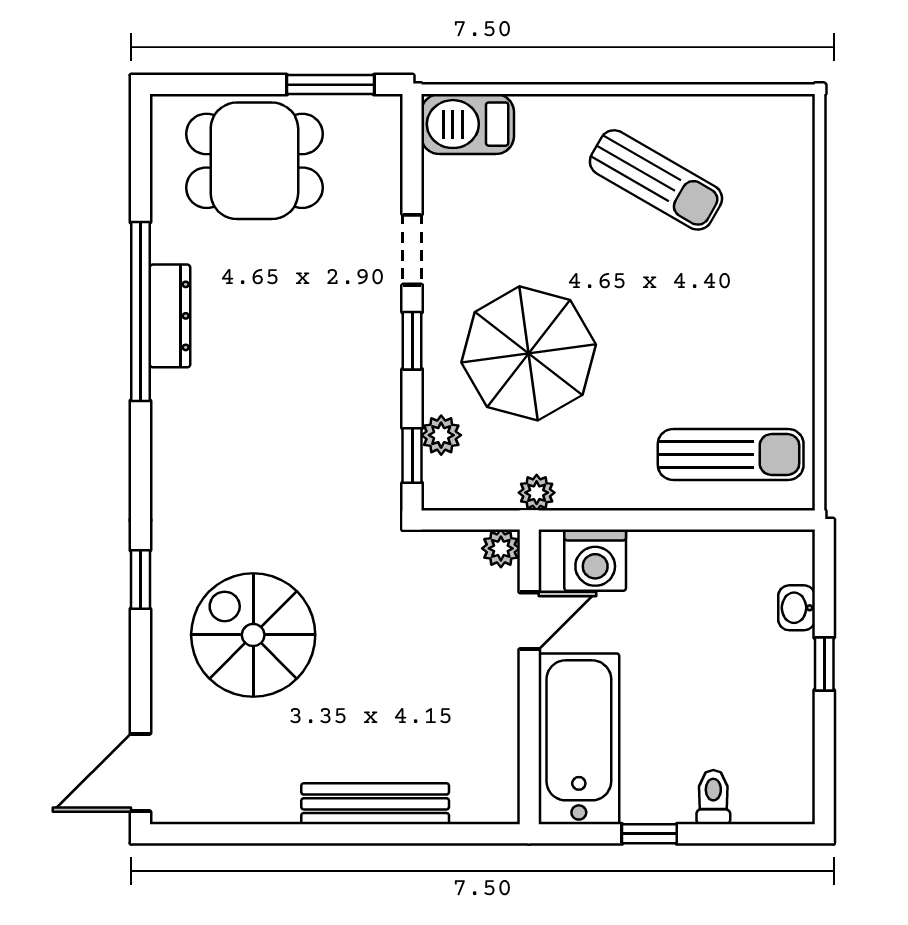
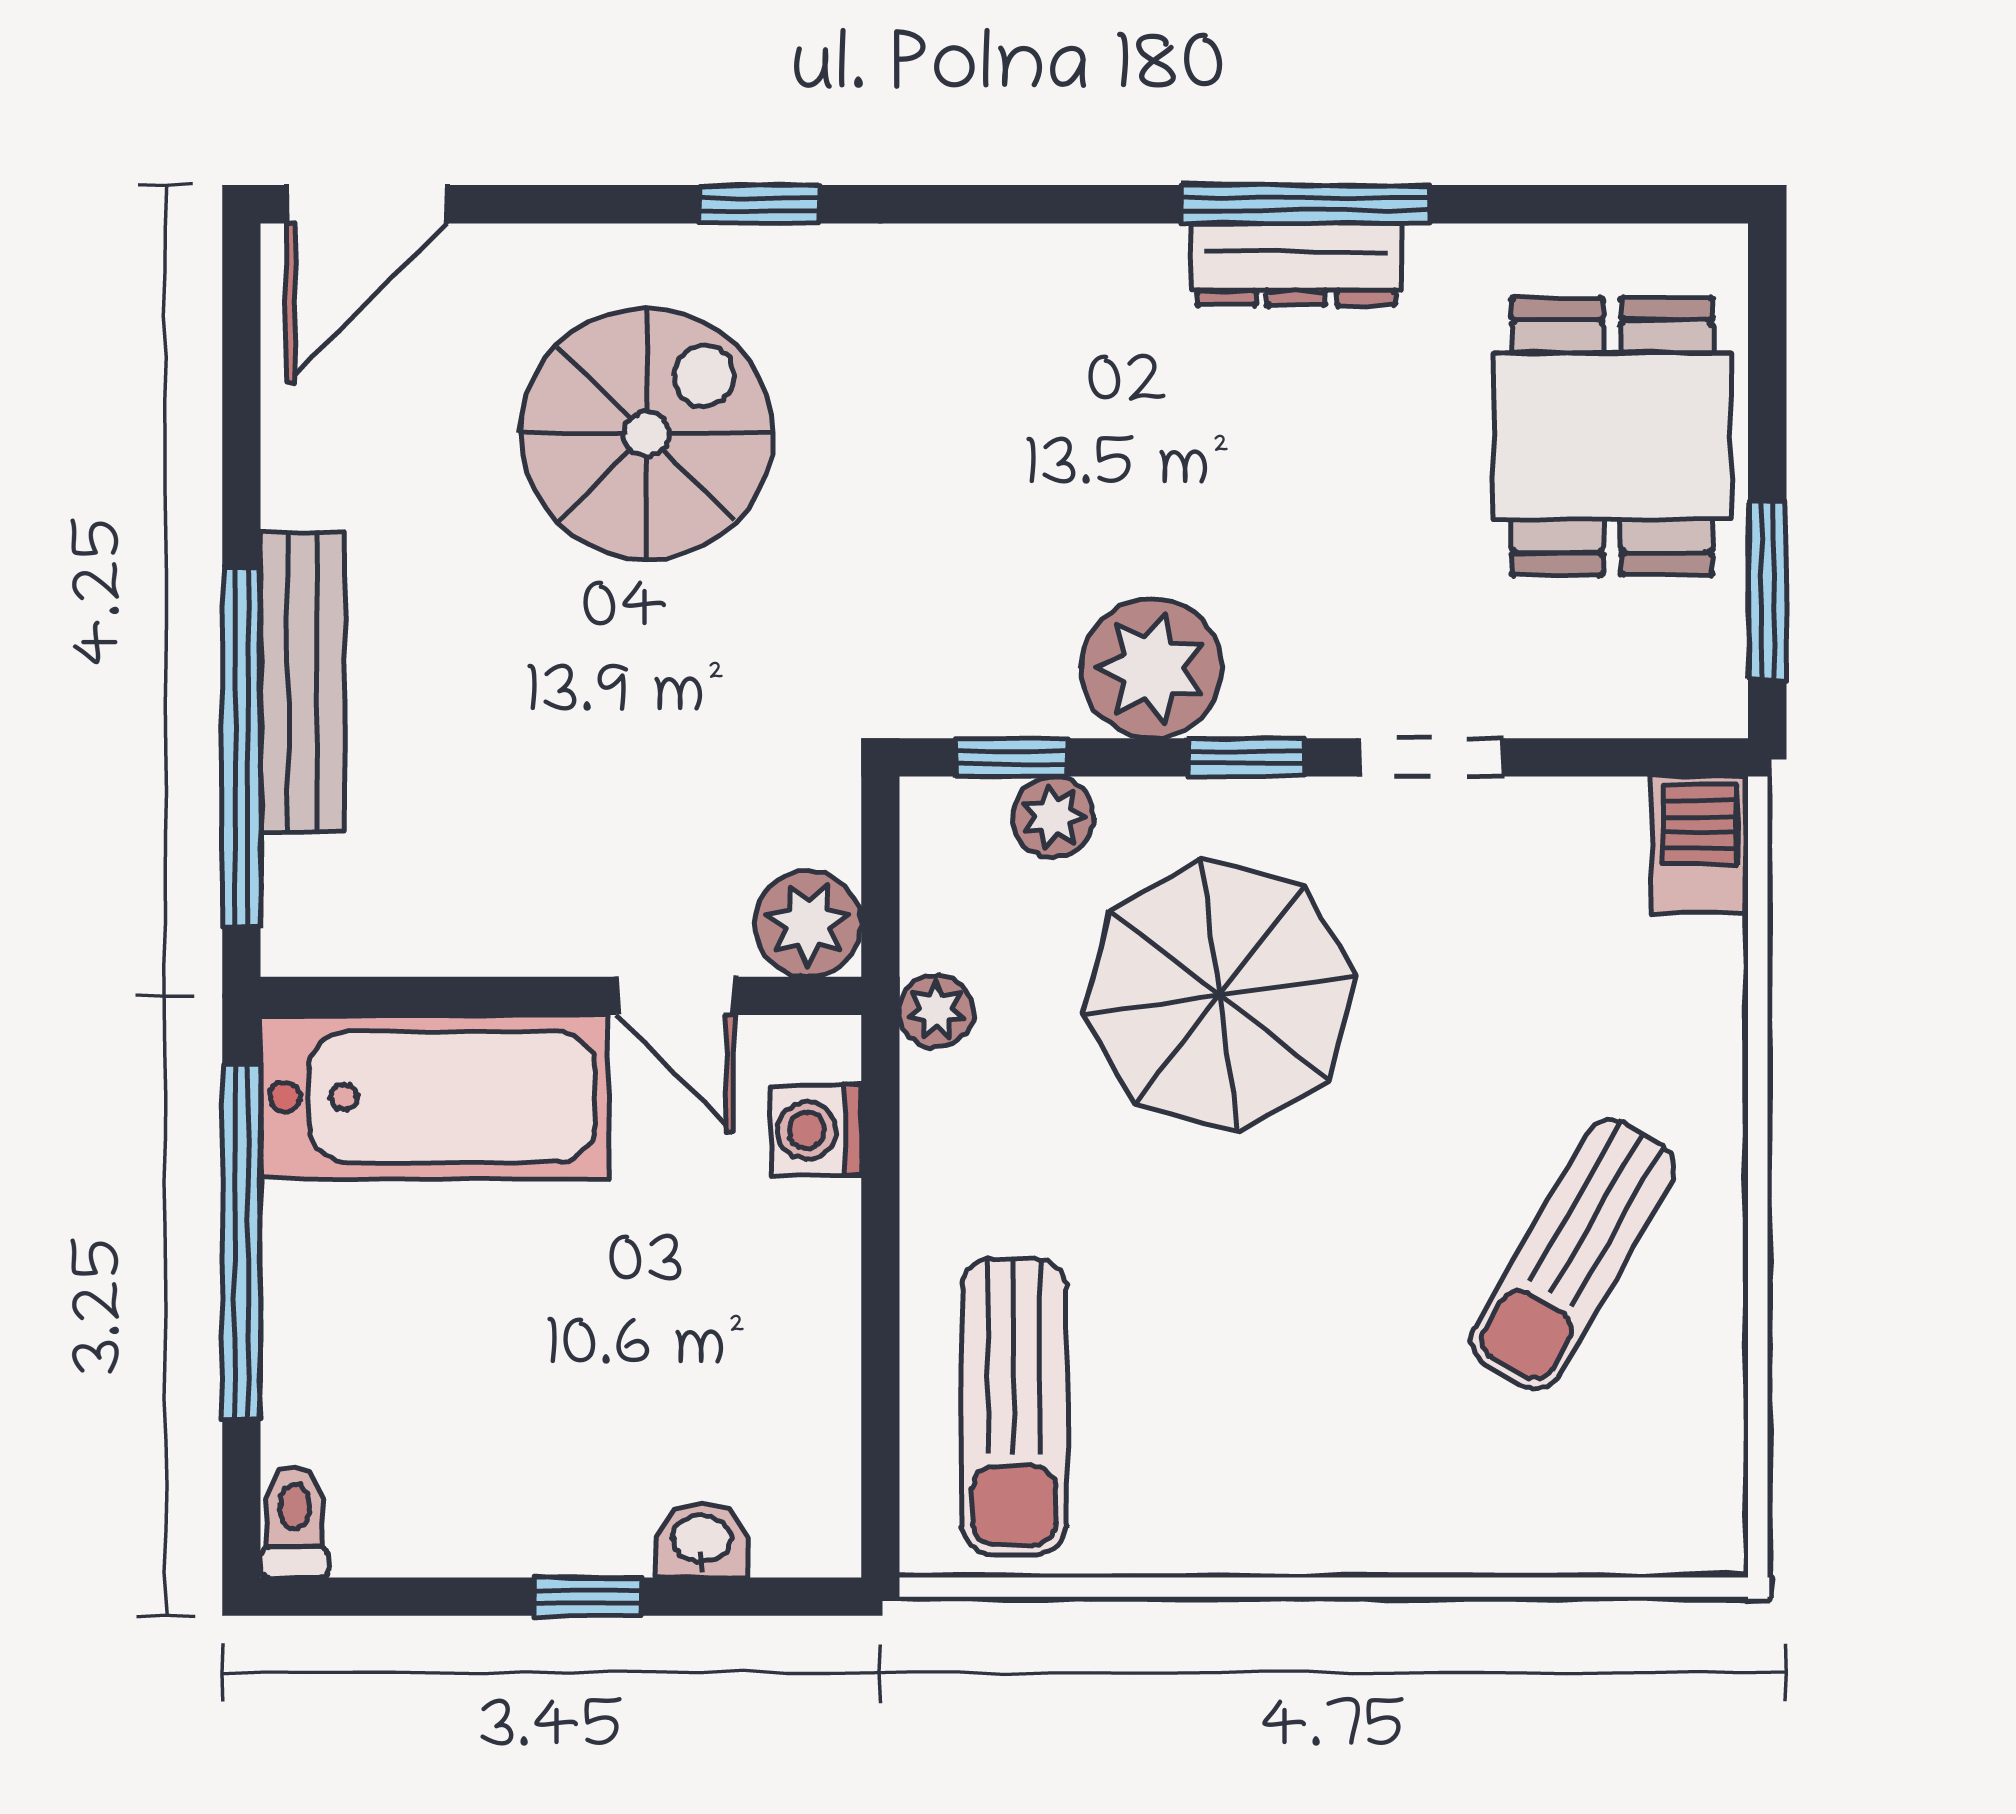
barbecue: (468, 124) -> (1700, 845), width x0.73, depth x0.79
window: (140, 312) -> (1305, 204), width x0.68
plant: (368, 387) -> (1152, 668), added
plant: (501, 548) -> (808, 924), width x1.38, depth x1.38
washing machine: (595, 560) -> (816, 1130), width x0.73, depth x0.73
door: (140, 773) -> (366, 204), swing flipped
toilet: (713, 797) -> (295, 1522), moved, turned -90
window: (407, 834) -> (241, 747), added
window: (649, 834) -> (241, 1241), width x3.17

